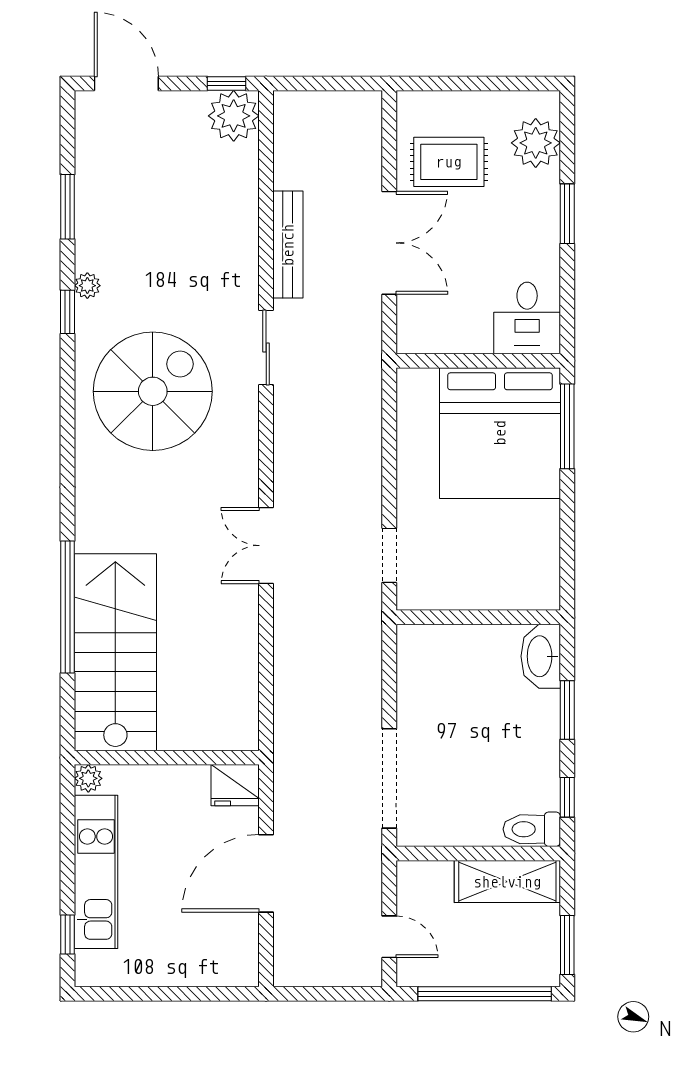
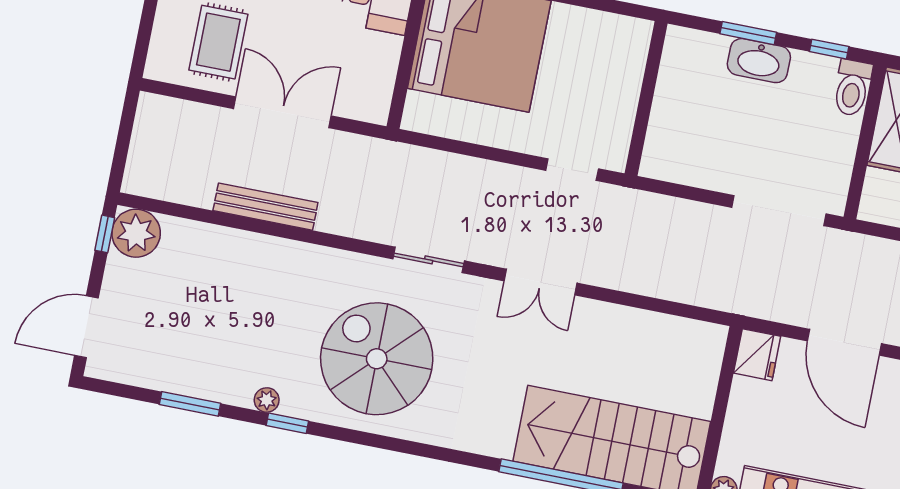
sliding door: (266, 348) -> (429, 260), moved
washbasin: (541, 656) -> (759, 61), moved

